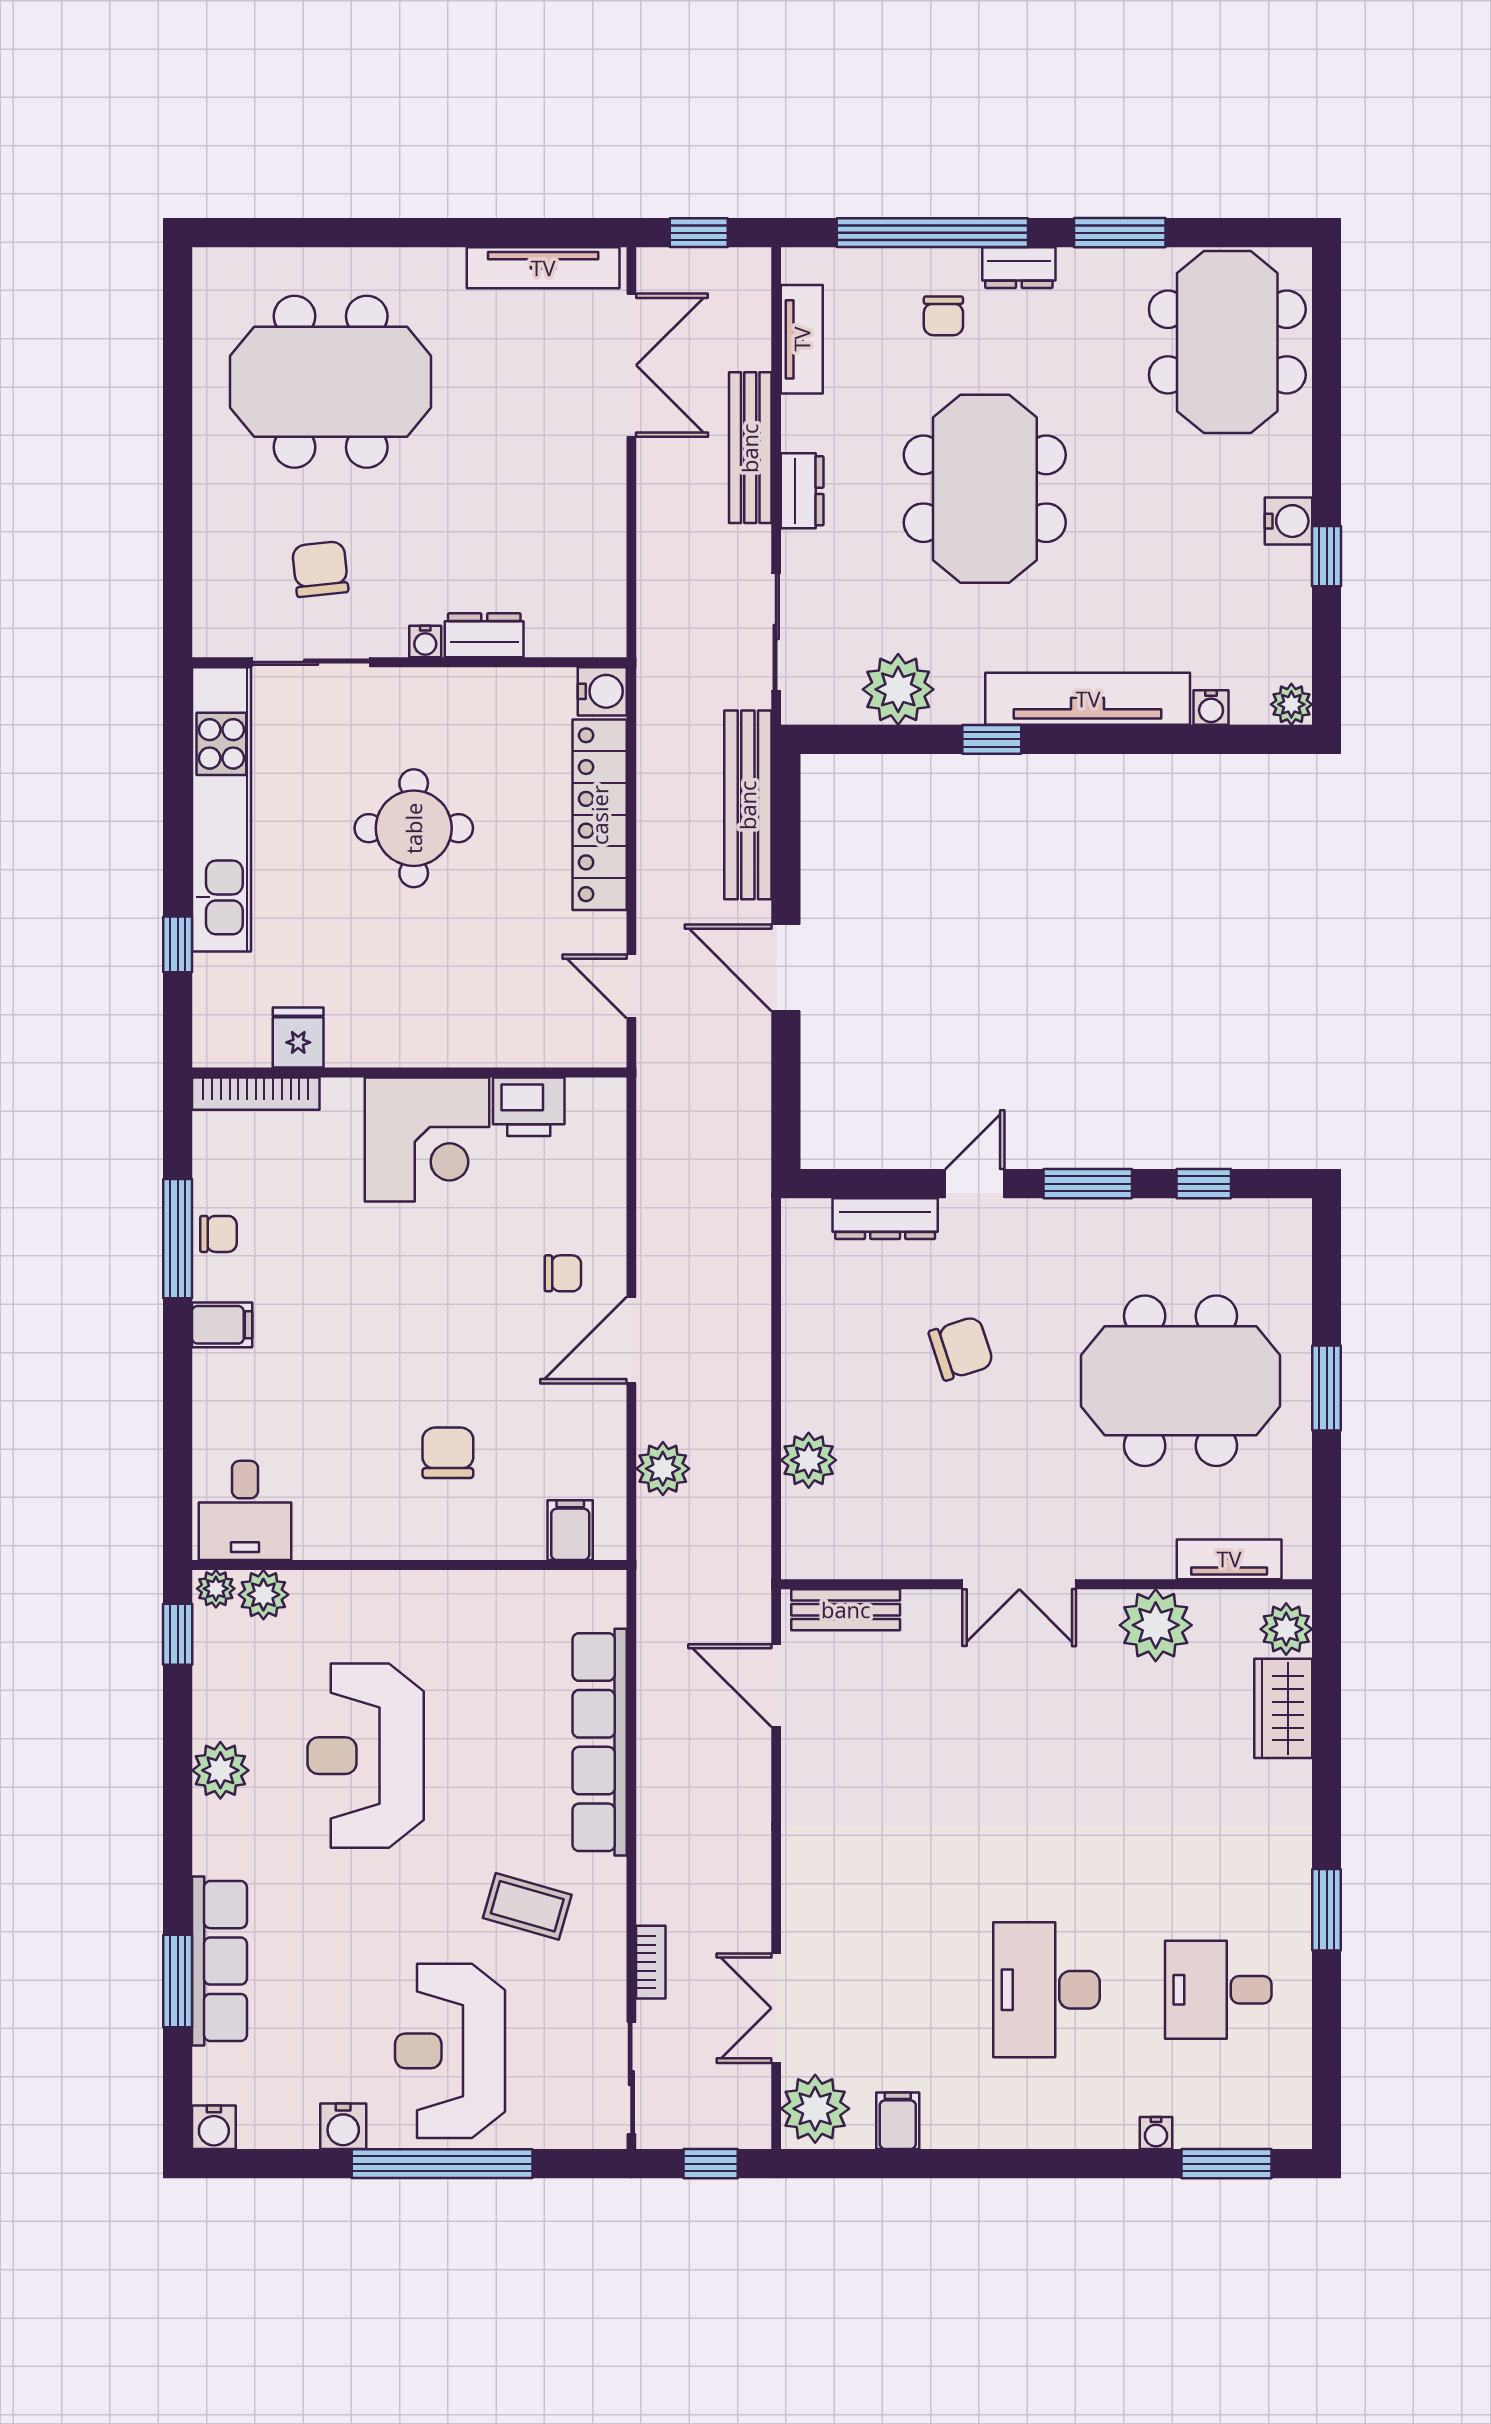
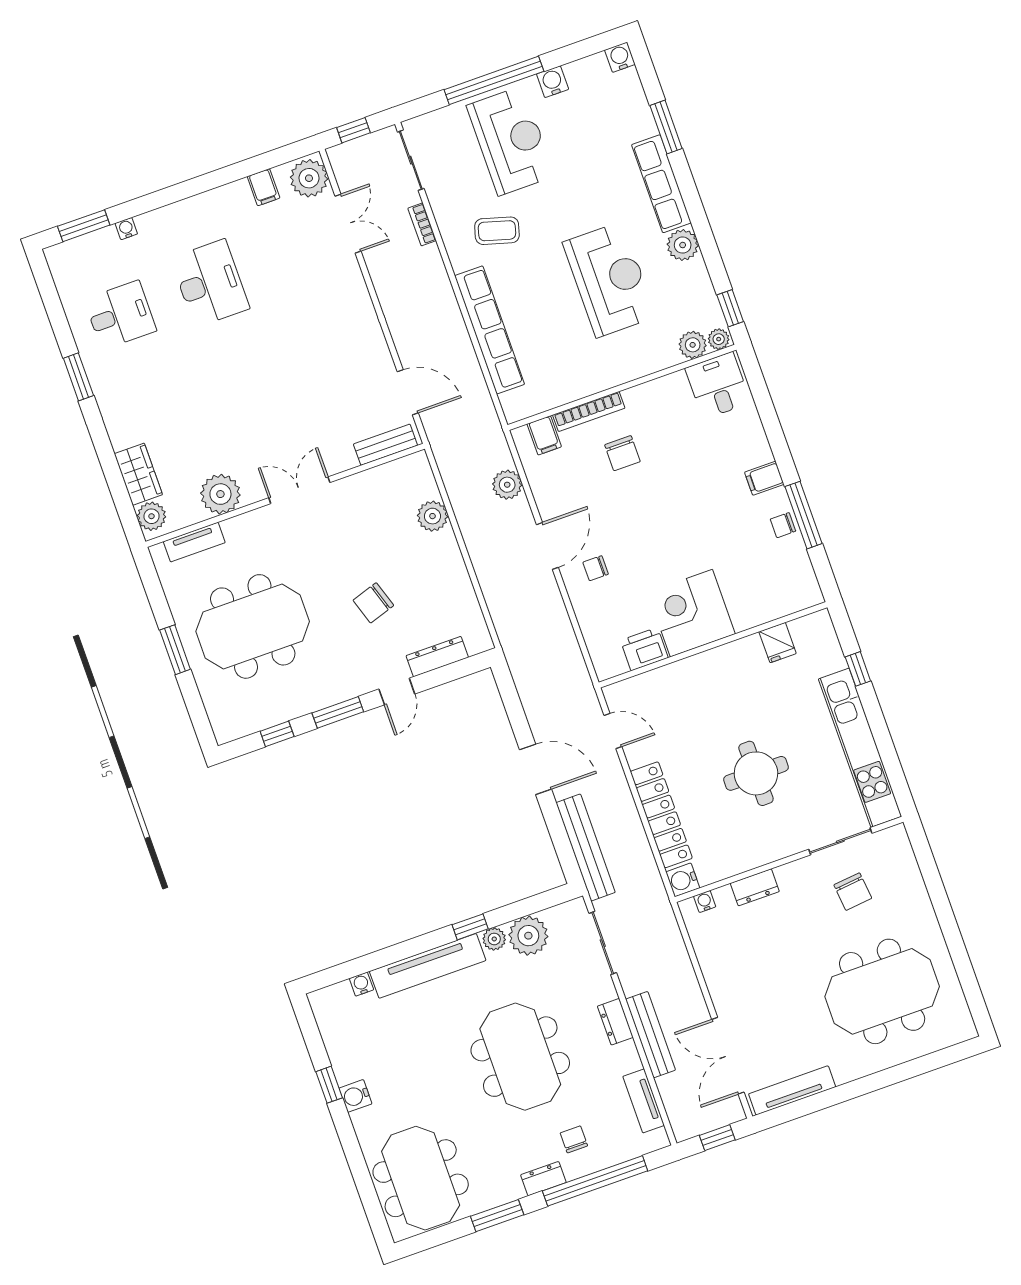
water cooler: (425, 641) -> (705, 901), moved
plant: (1291, 704) -> (494, 939), moved
bookcase: (256, 1094) -> (589, 412), moved, turned 180
row of seats: (219, 1961) -> (661, 184), moved

